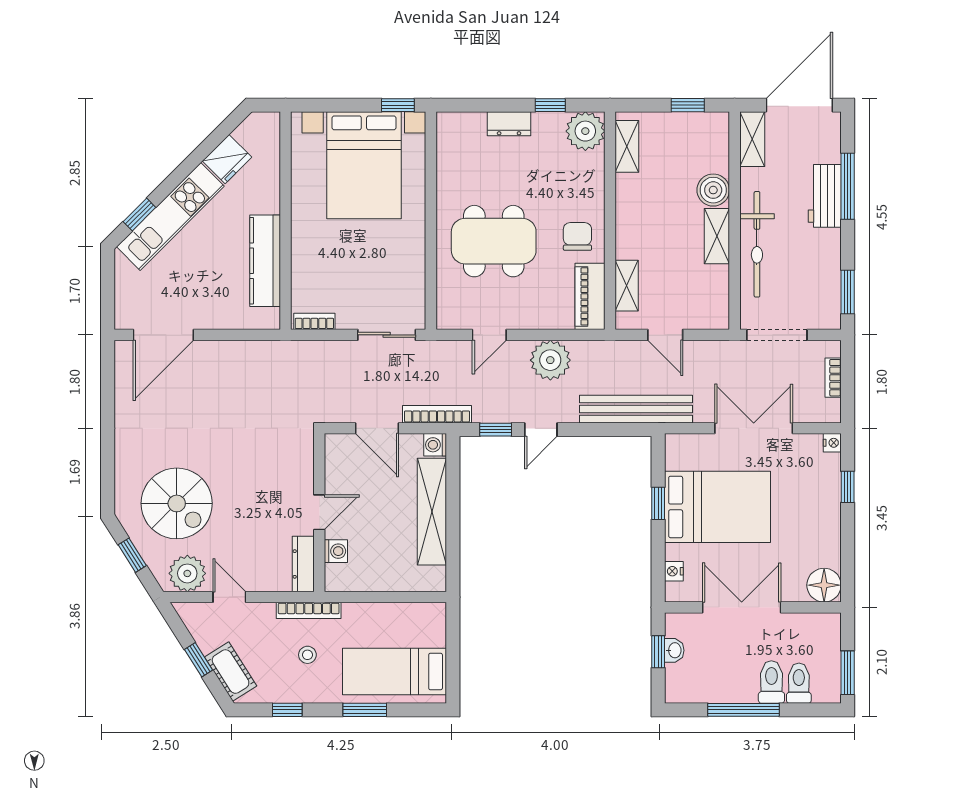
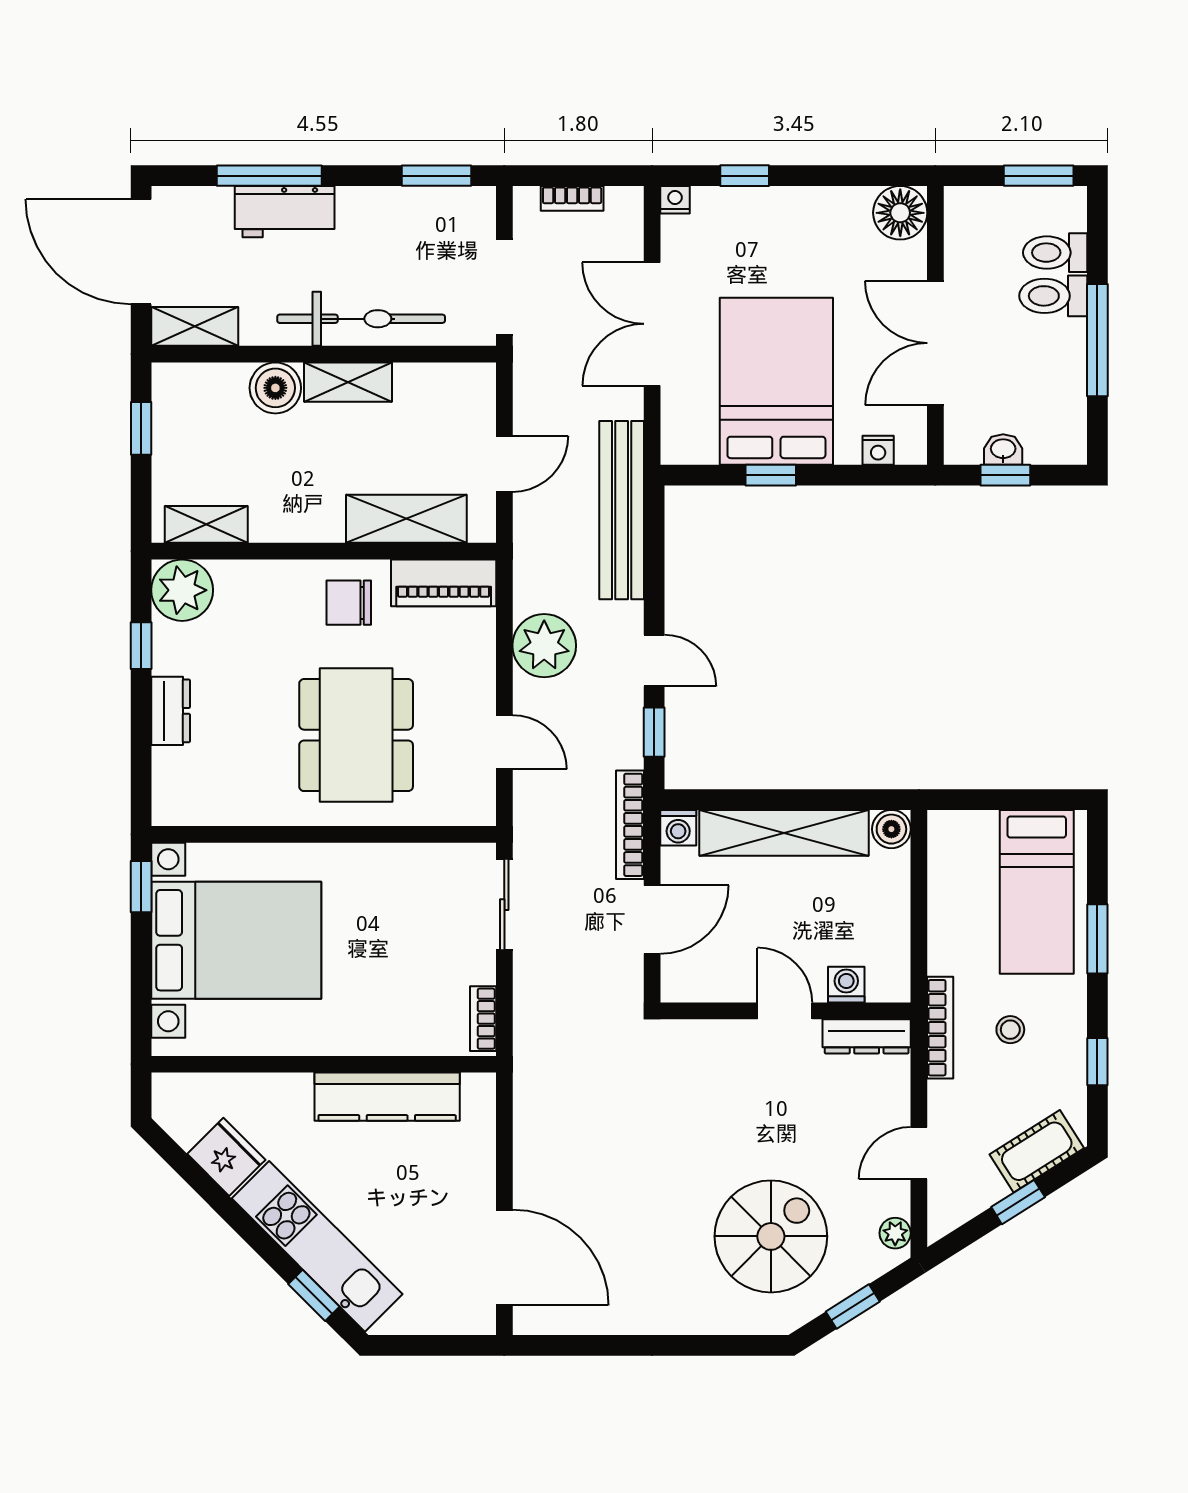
shelving: (627, 286) -> (406, 519), width x1.50, depth x1.33
plant: (187, 573) -> (895, 1233), width x0.53, depth x0.53
boiler: (434, 580) -> (891, 829), added

